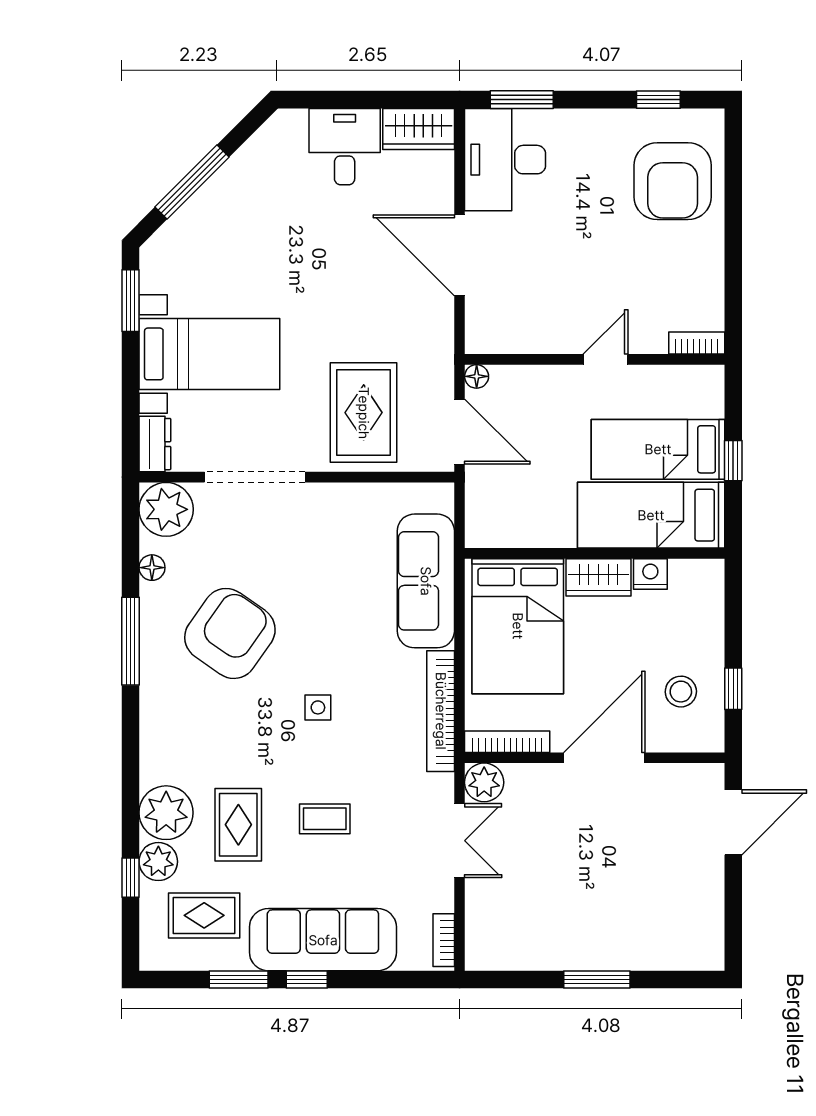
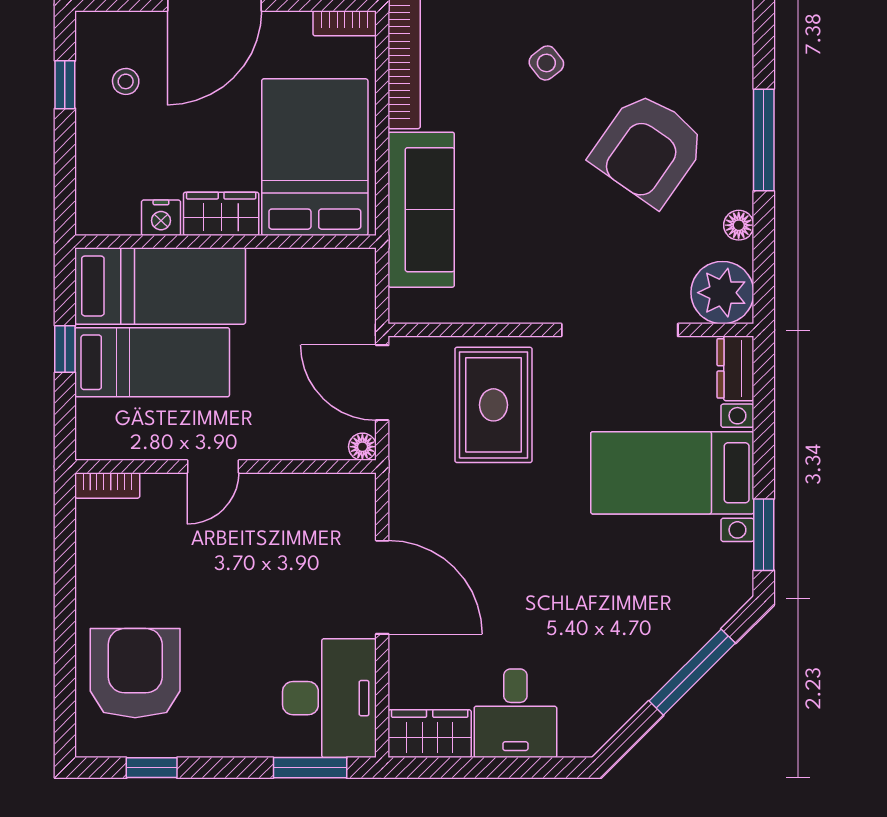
stool: (681, 692) -> (126, 81), width x0.73, depth x0.73
side table: (318, 707) -> (546, 63), turned -38
bookcase: (507, 742) -> (345, 23), width x0.64

